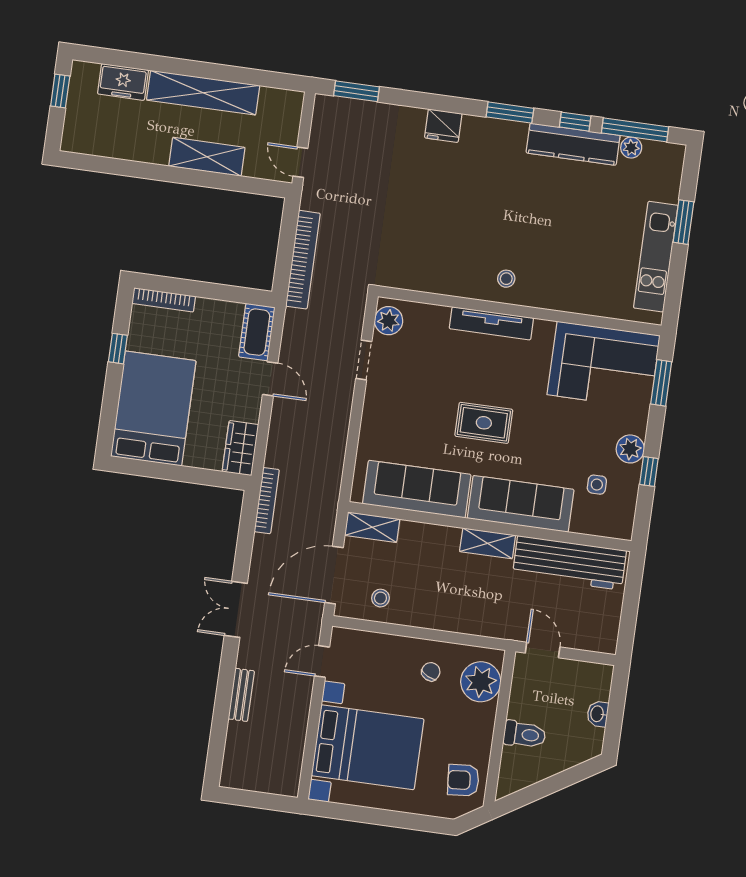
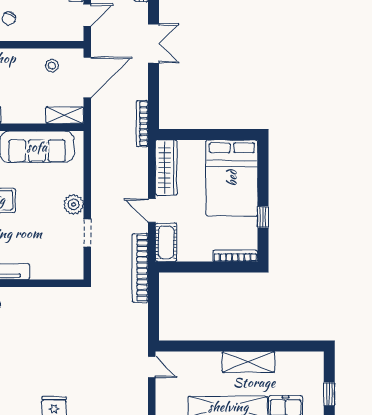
shelving: (207, 157) -> (248, 362), moved
bookcase: (303, 260) -> (140, 268), moved
plant: (389, 321) -> (74, 204), moved
wardrobe: (240, 448) -> (166, 168), width x1.50

